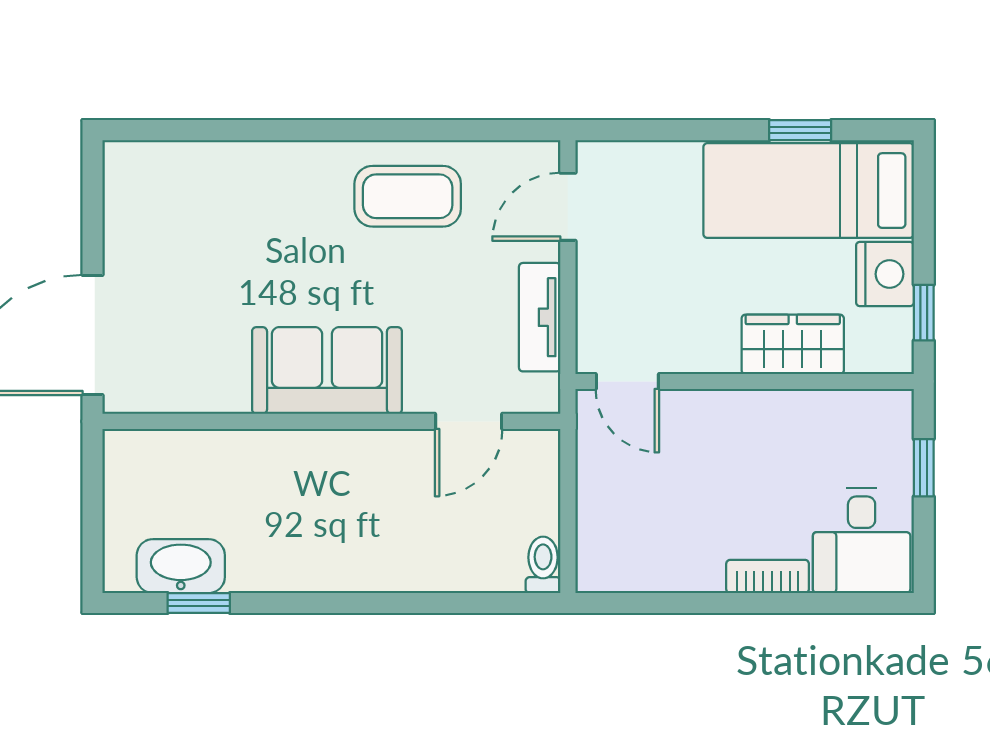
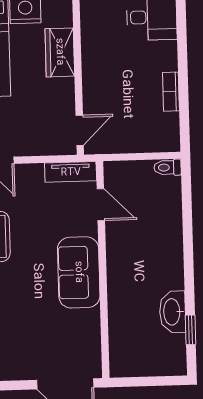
tv unit: (540, 317) -> (71, 172), moved
washbasin: (181, 566) -> (173, 312), moved
bookcase: (768, 576) -> (171, 92), moved

